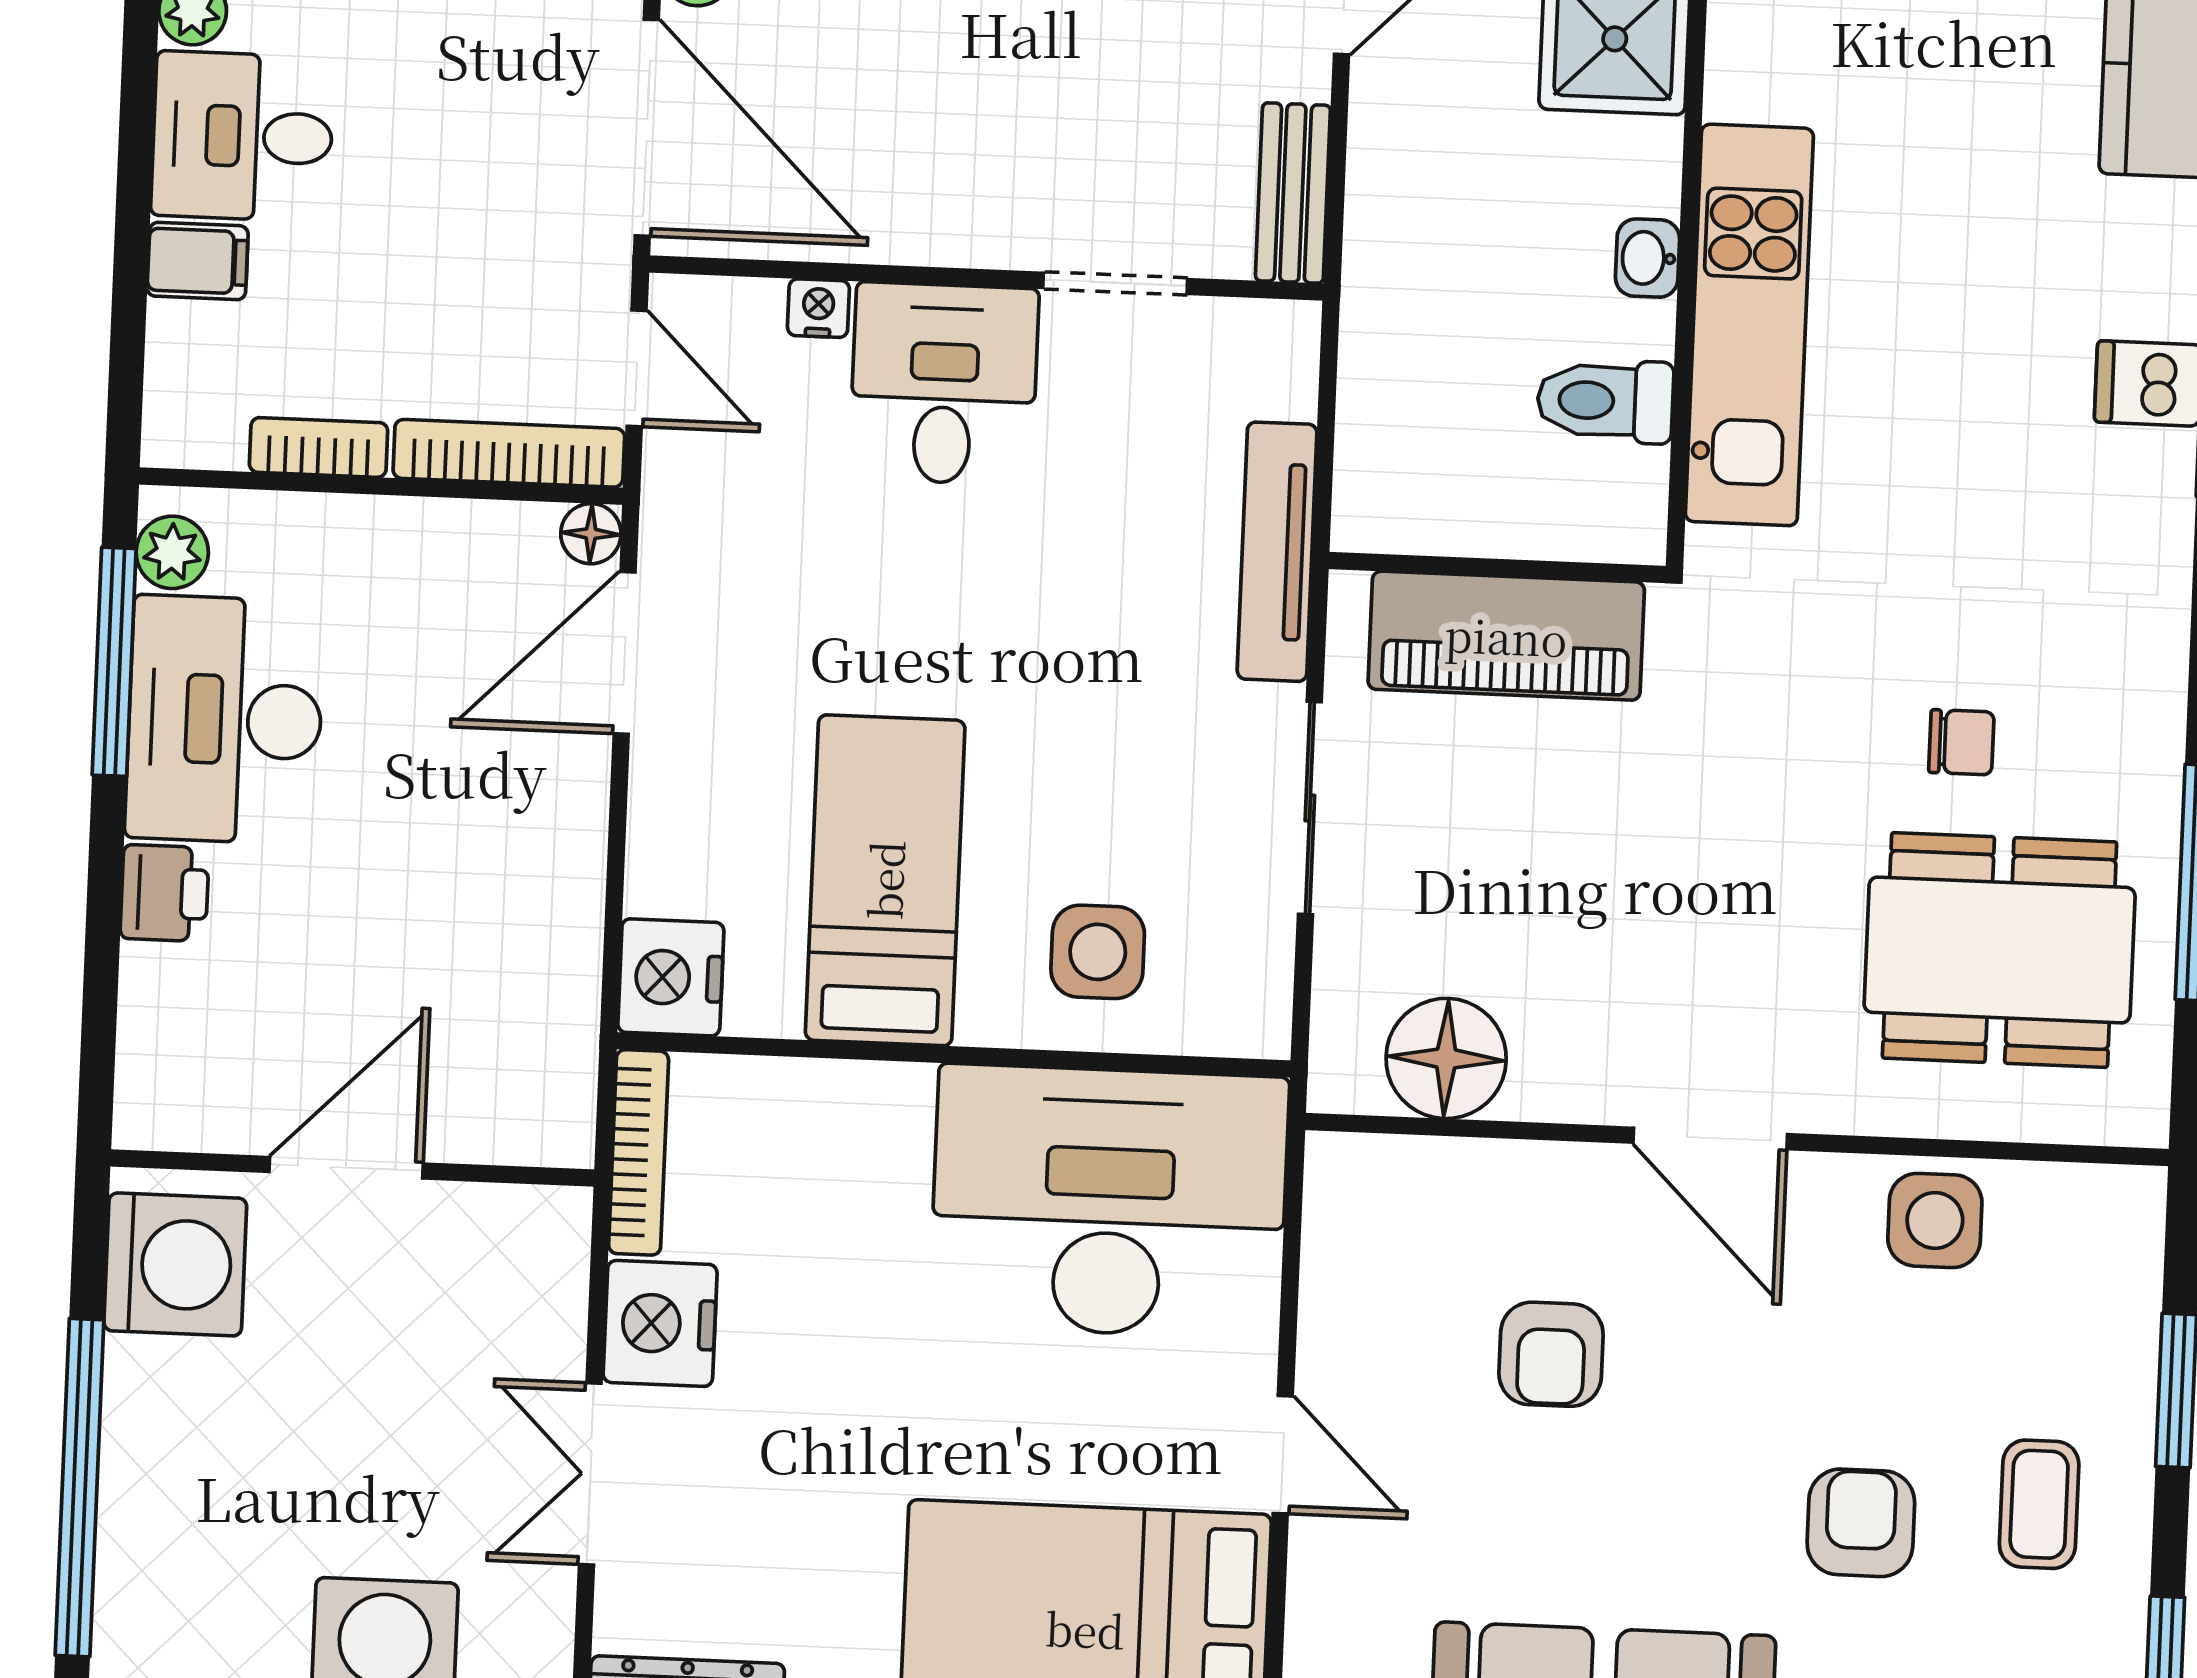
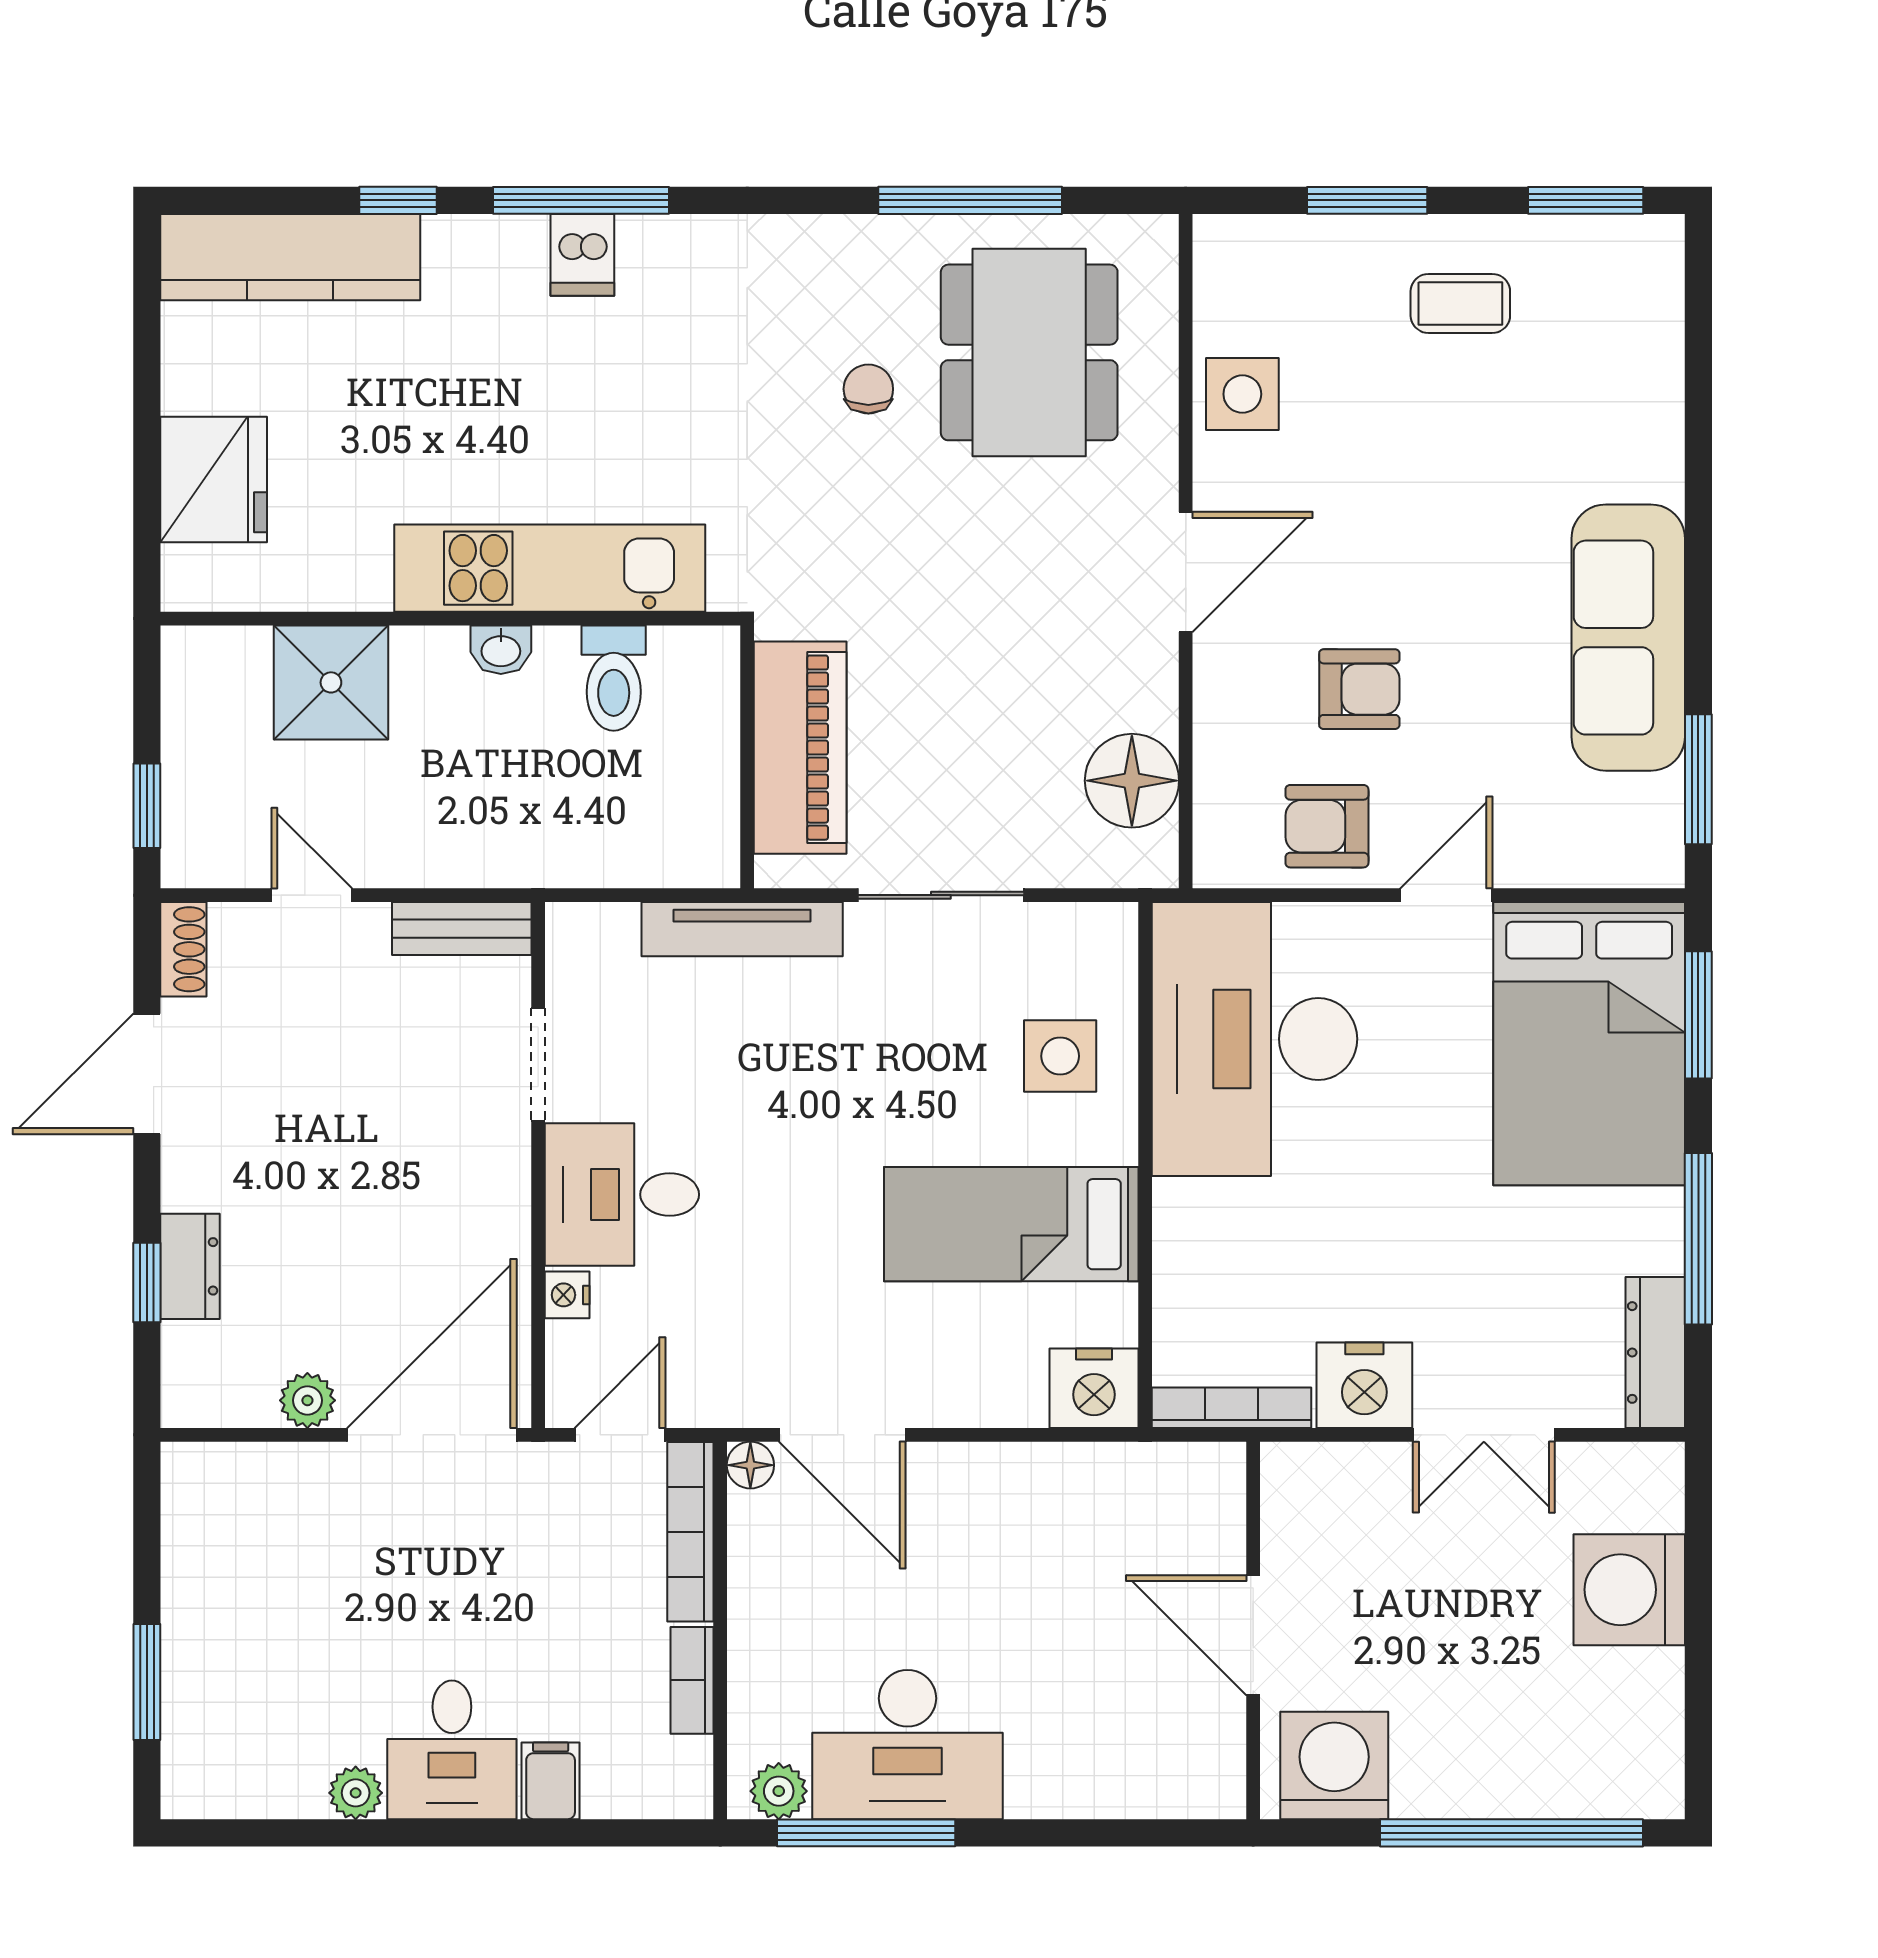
printer: (165, 893) -> (1045, 1786), removed
armchair: (1861, 1523) -> (1327, 826), moved

